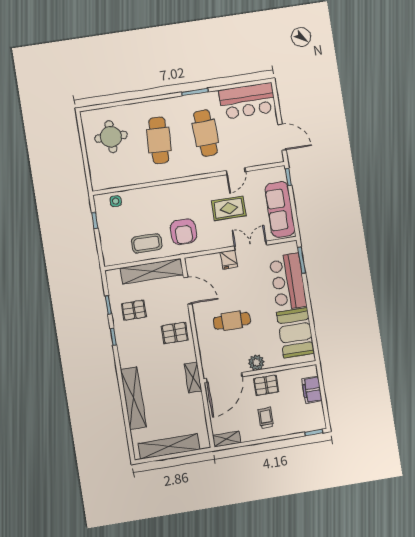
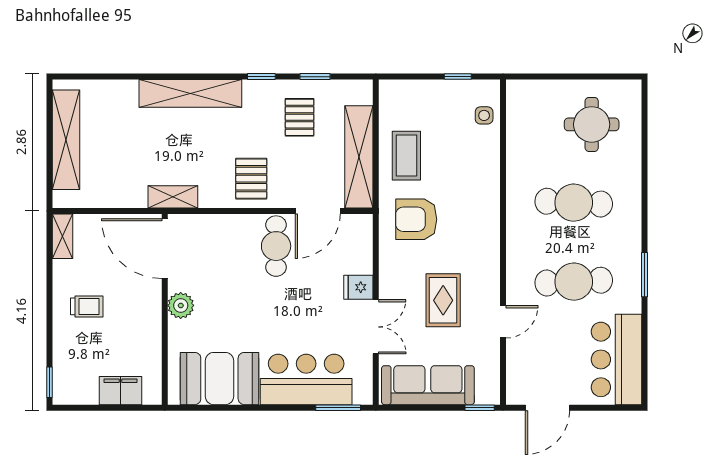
door: (236, 171) -> (503, 322), swing flipped
cafe table: (232, 321) -> (276, 246), moved
pallet: (266, 385) -> (141, 316), removed
shelving: (133, 398) -> (190, 93), moved

